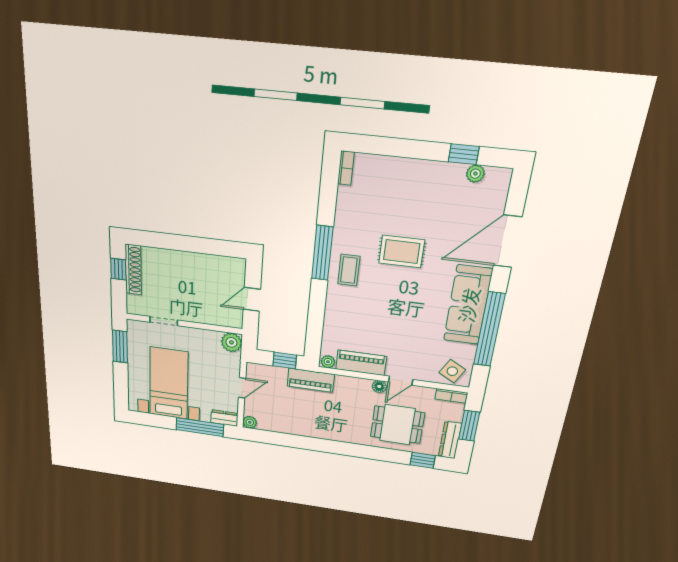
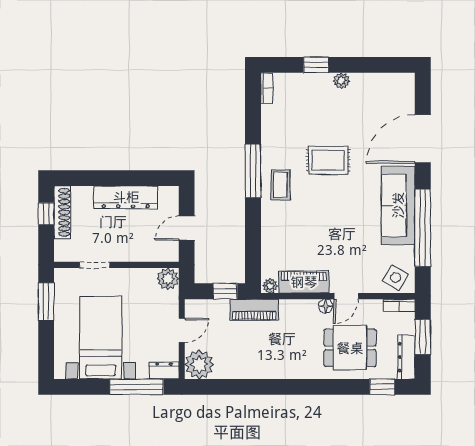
window: (464, 154) -> (316, 65), moved
plant: (475, 174) -> (341, 81), moved
dresser: (194, 263) -> (126, 197), added
plant: (250, 422) -> (199, 364), width x1.88, depth x1.88

